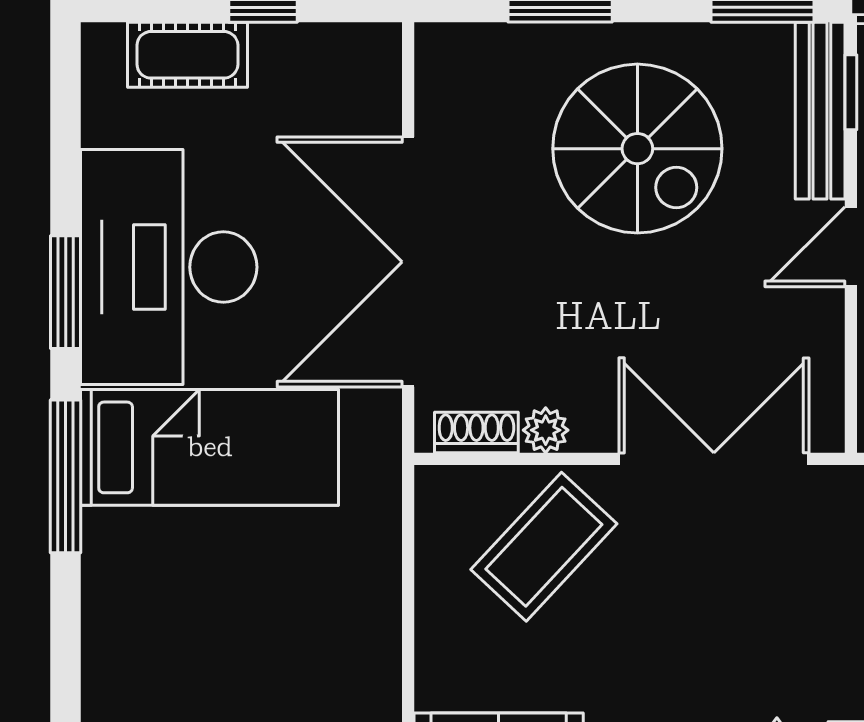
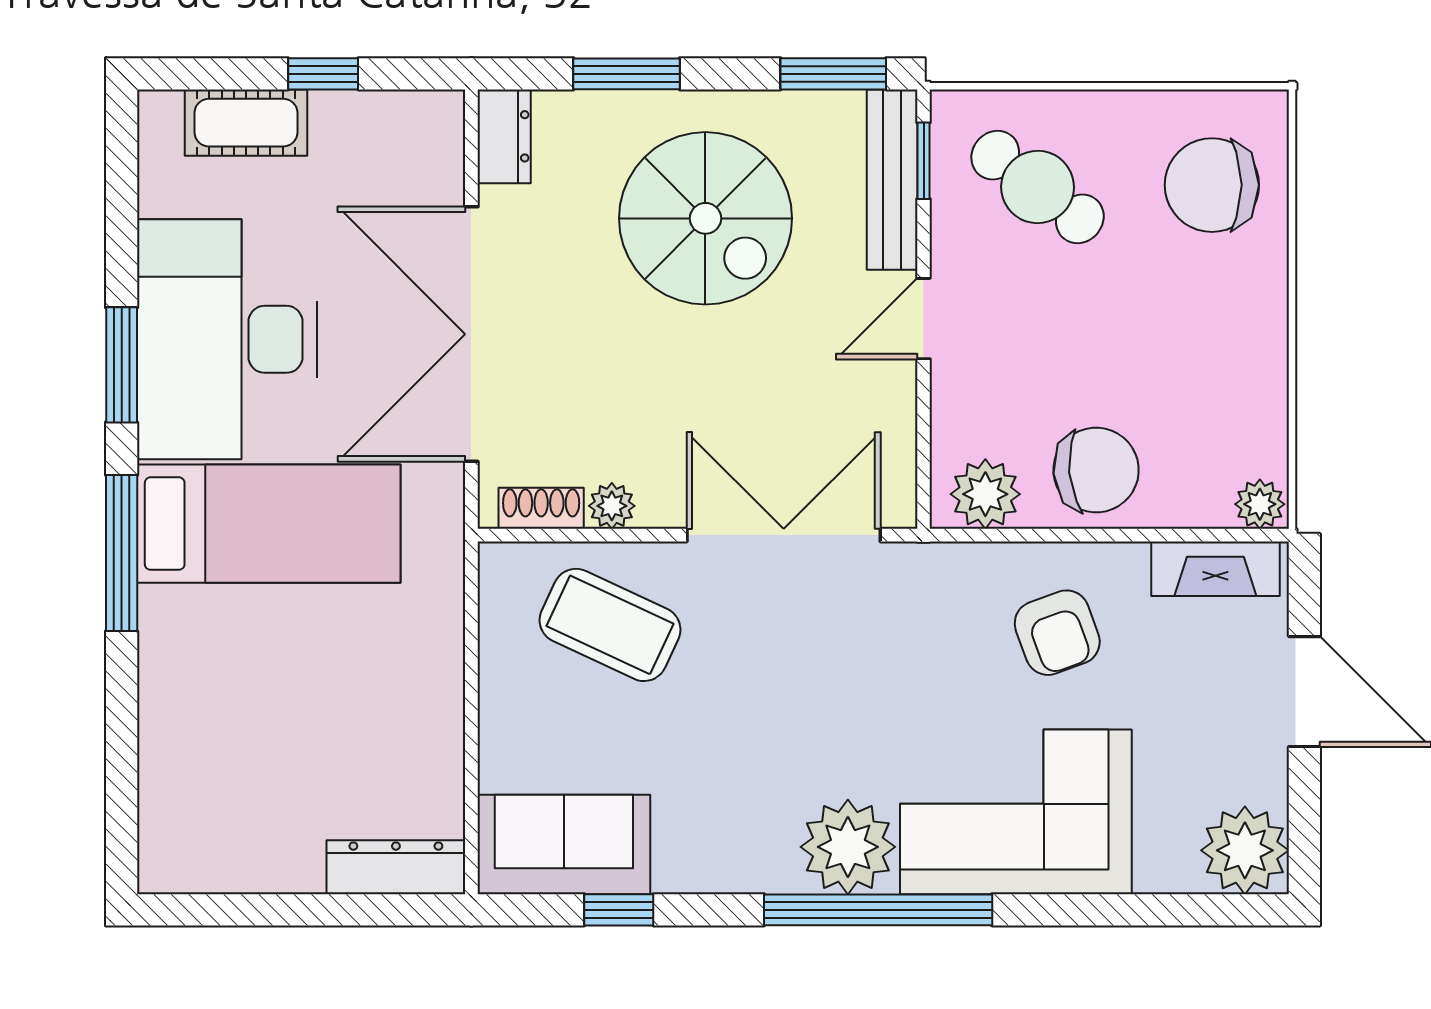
dresser: (440, 68) -> (504, 136), added
coffee table: (544, 547) -> (610, 625), turned 72

